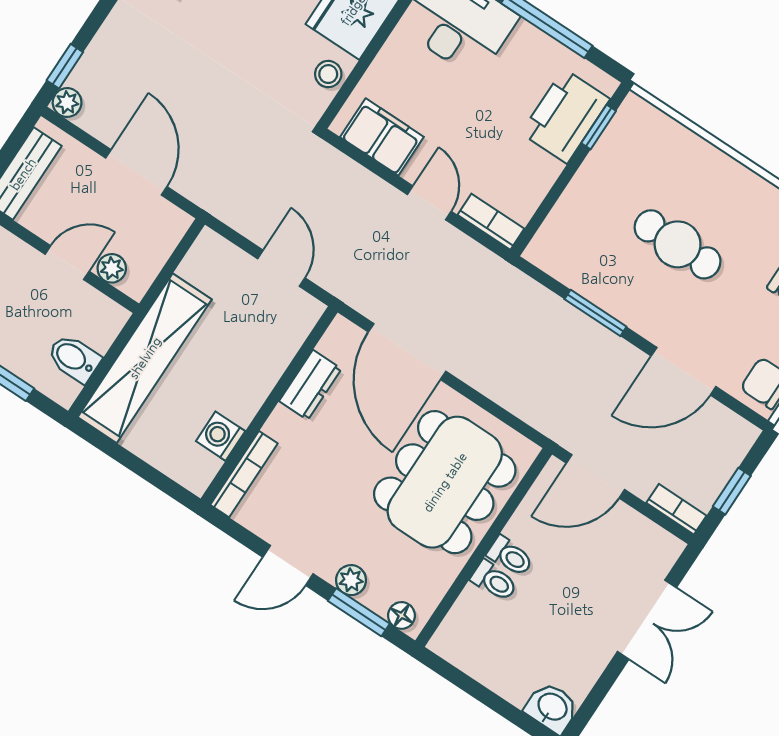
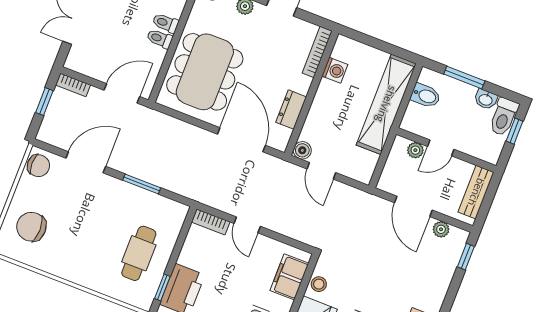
plant: (67, 103) -> (441, 229), moved
filing cabinet: (382, 137) -> (289, 277), moved, turned 90
cafe table: (678, 244) -> (139, 253), moved, turned 90
boiler: (306, 310) -> (302, 150), added

